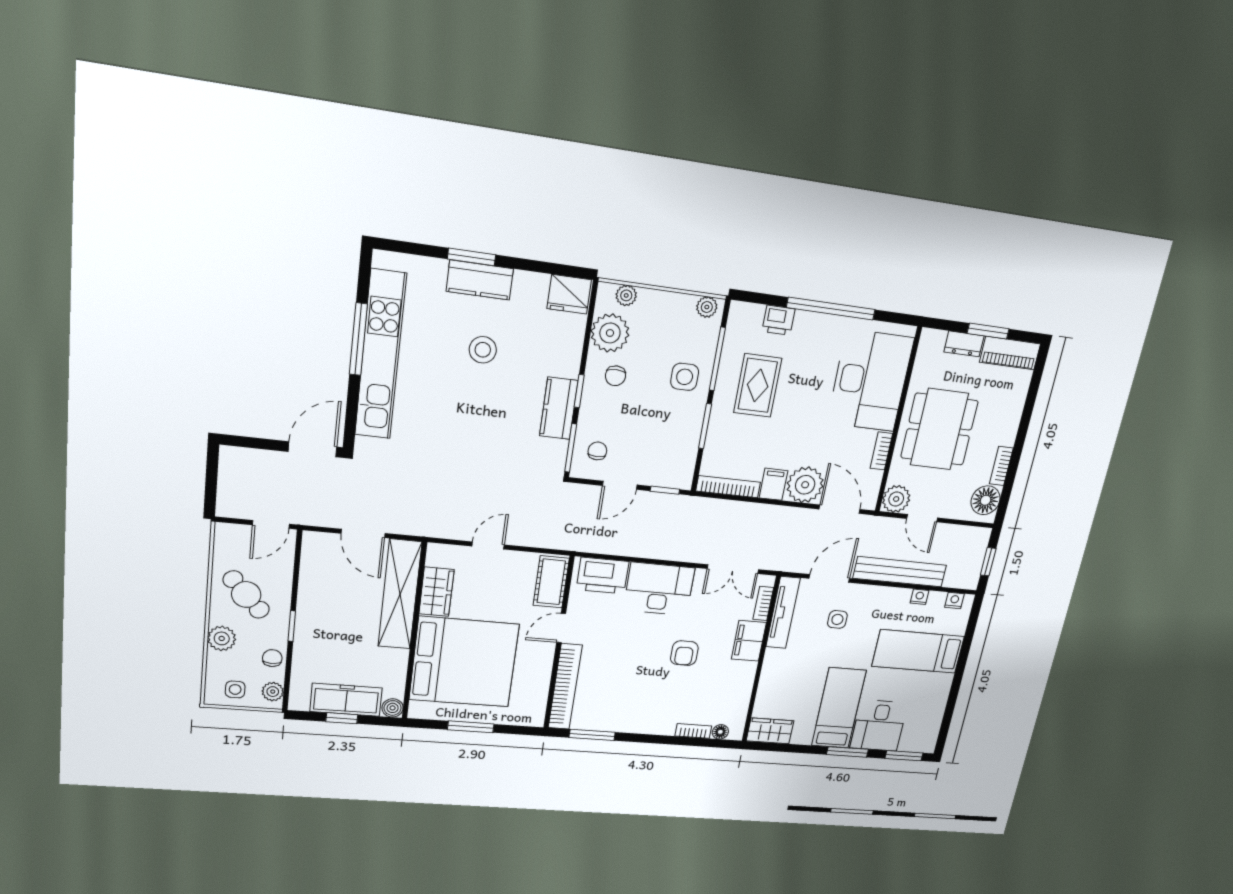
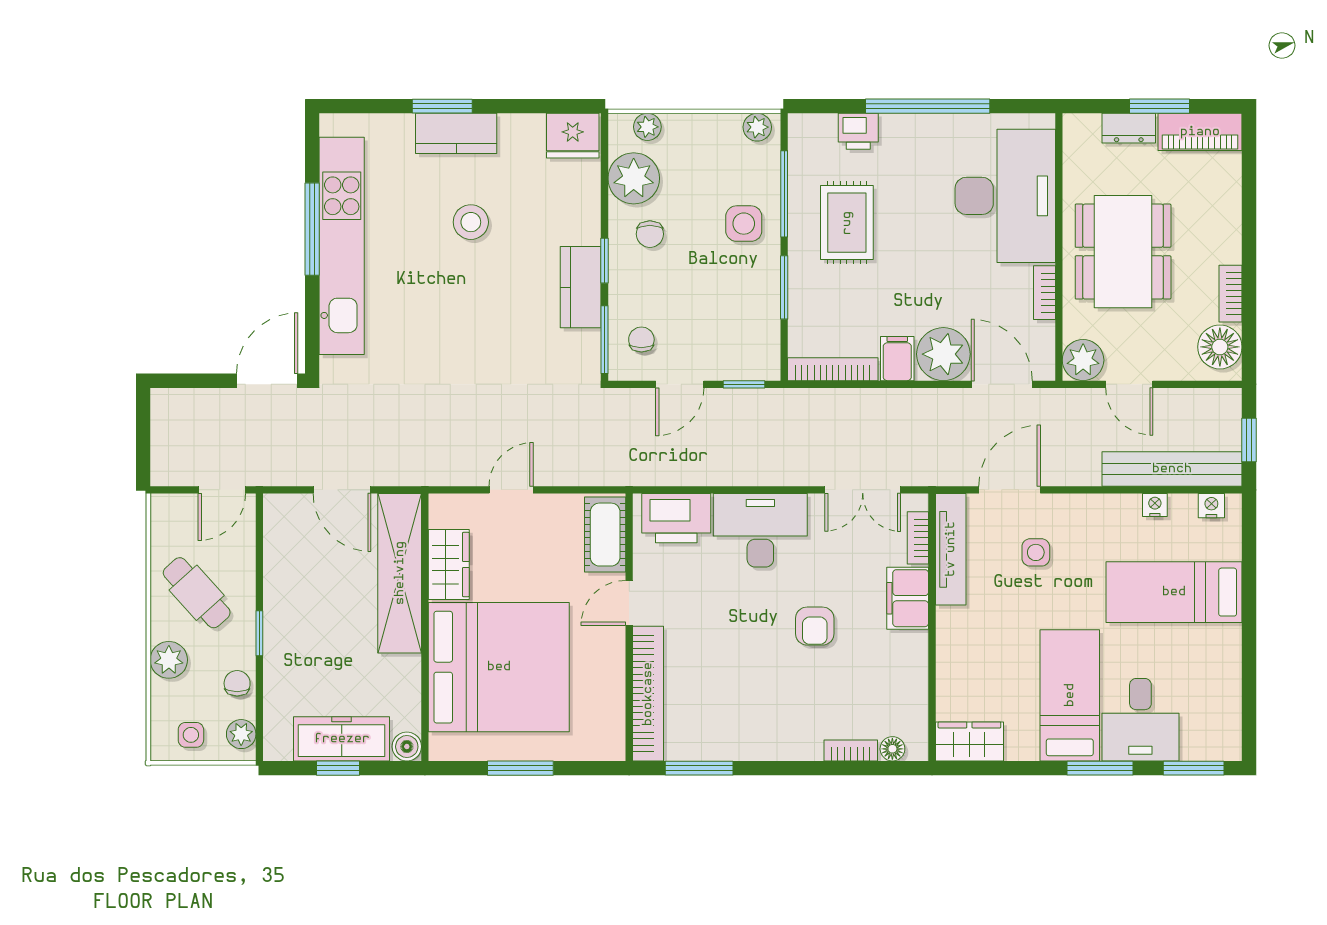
bench: (900, 572) -> (1172, 469), moved

